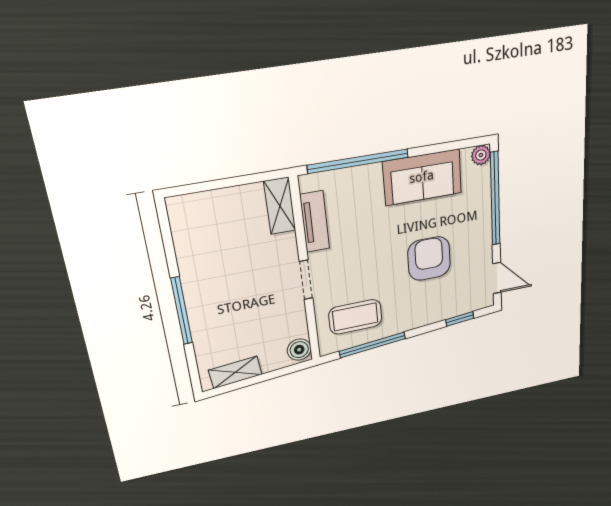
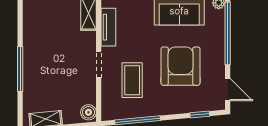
armchair: (429, 259) -> (181, 66), width x1.36, depth x1.36
coffee table: (355, 317) -> (132, 80), moved, turned 90

